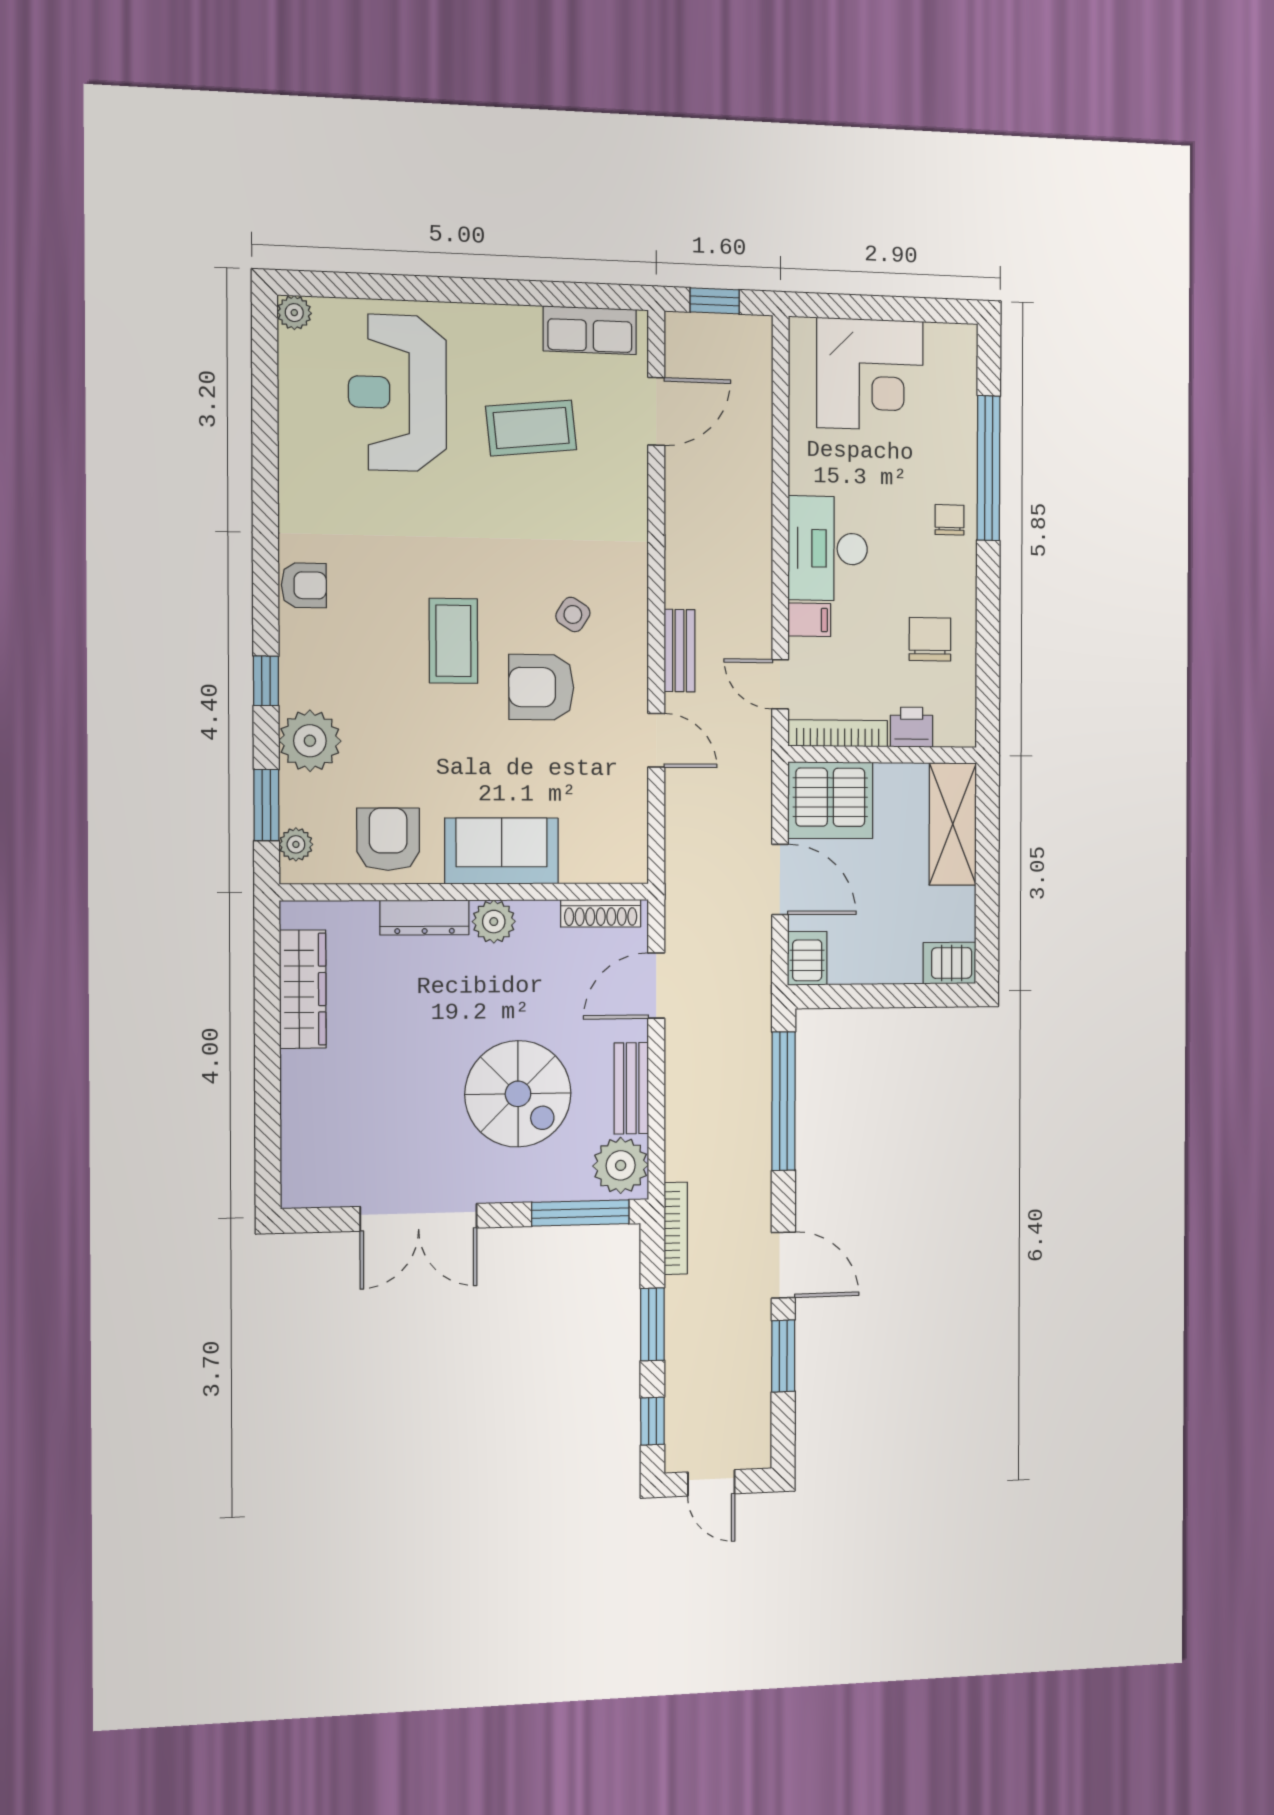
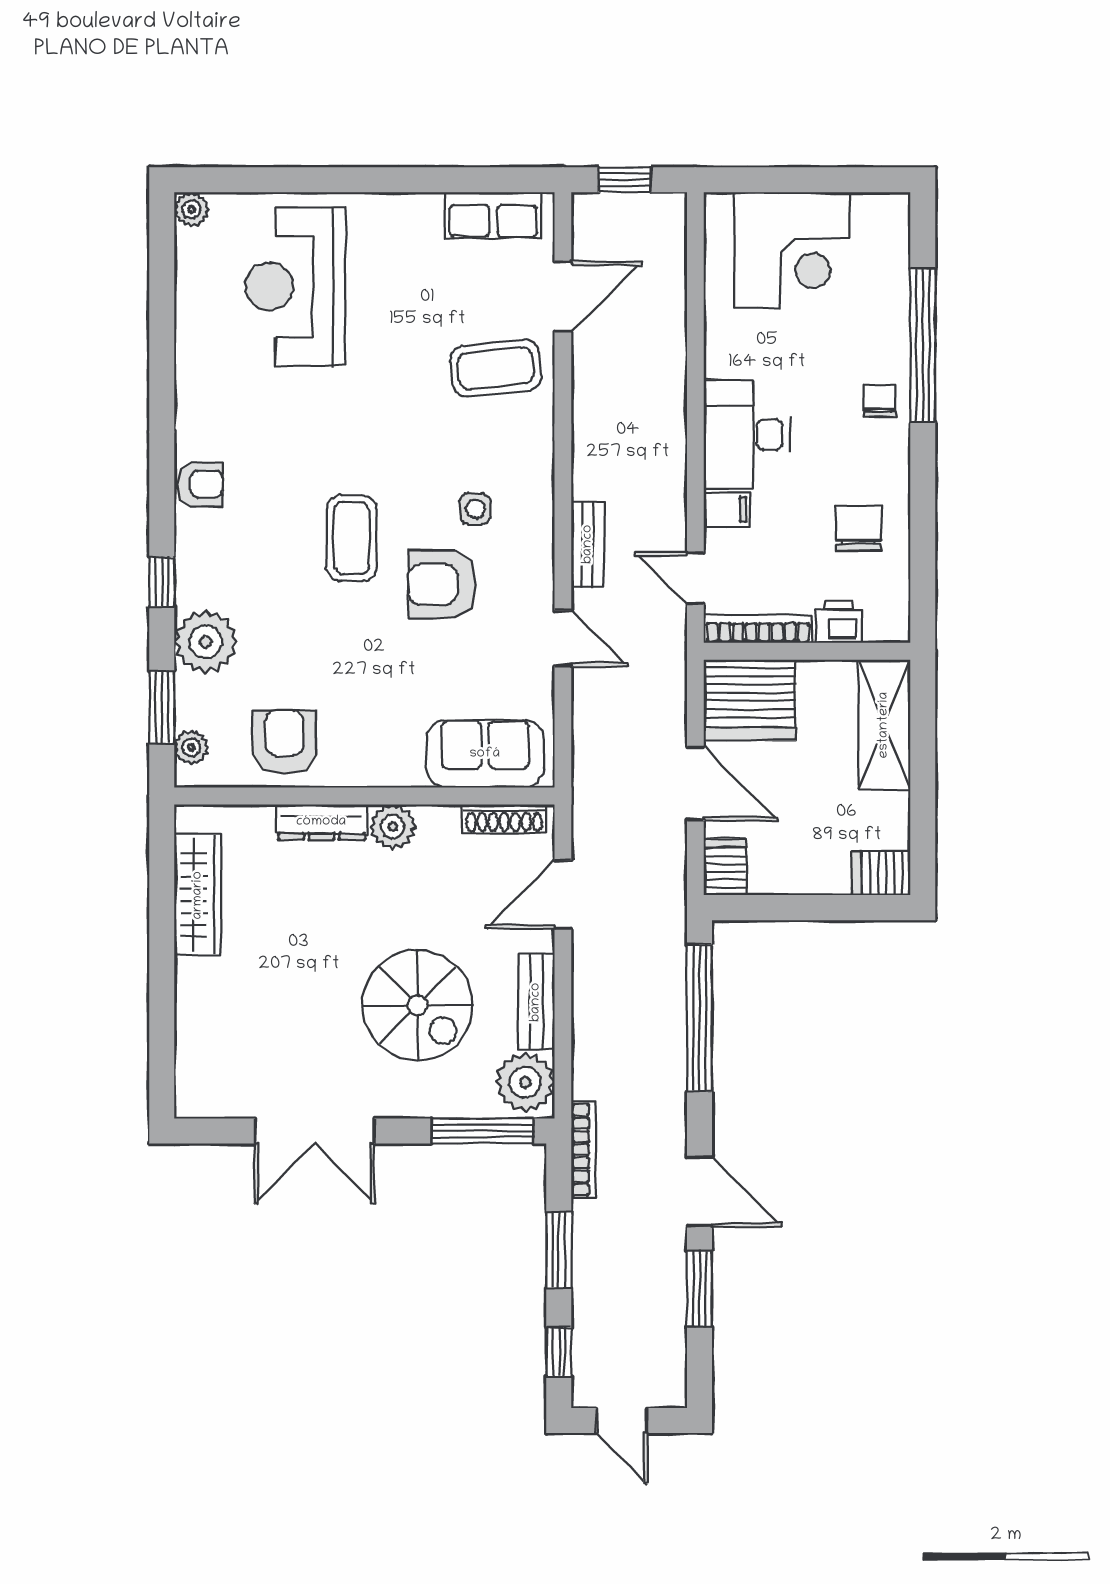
coffee table: (531, 428) -> (496, 368), moved
side table: (573, 614) -> (475, 509), turned -32
sofa: (502, 851) -> (485, 754), moved

